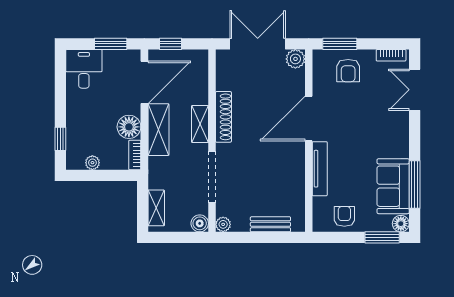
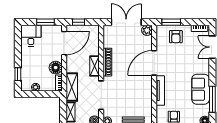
shelving: (158, 130) -> (72, 87), moved
sofa: (393, 186) -> (201, 89), moved

